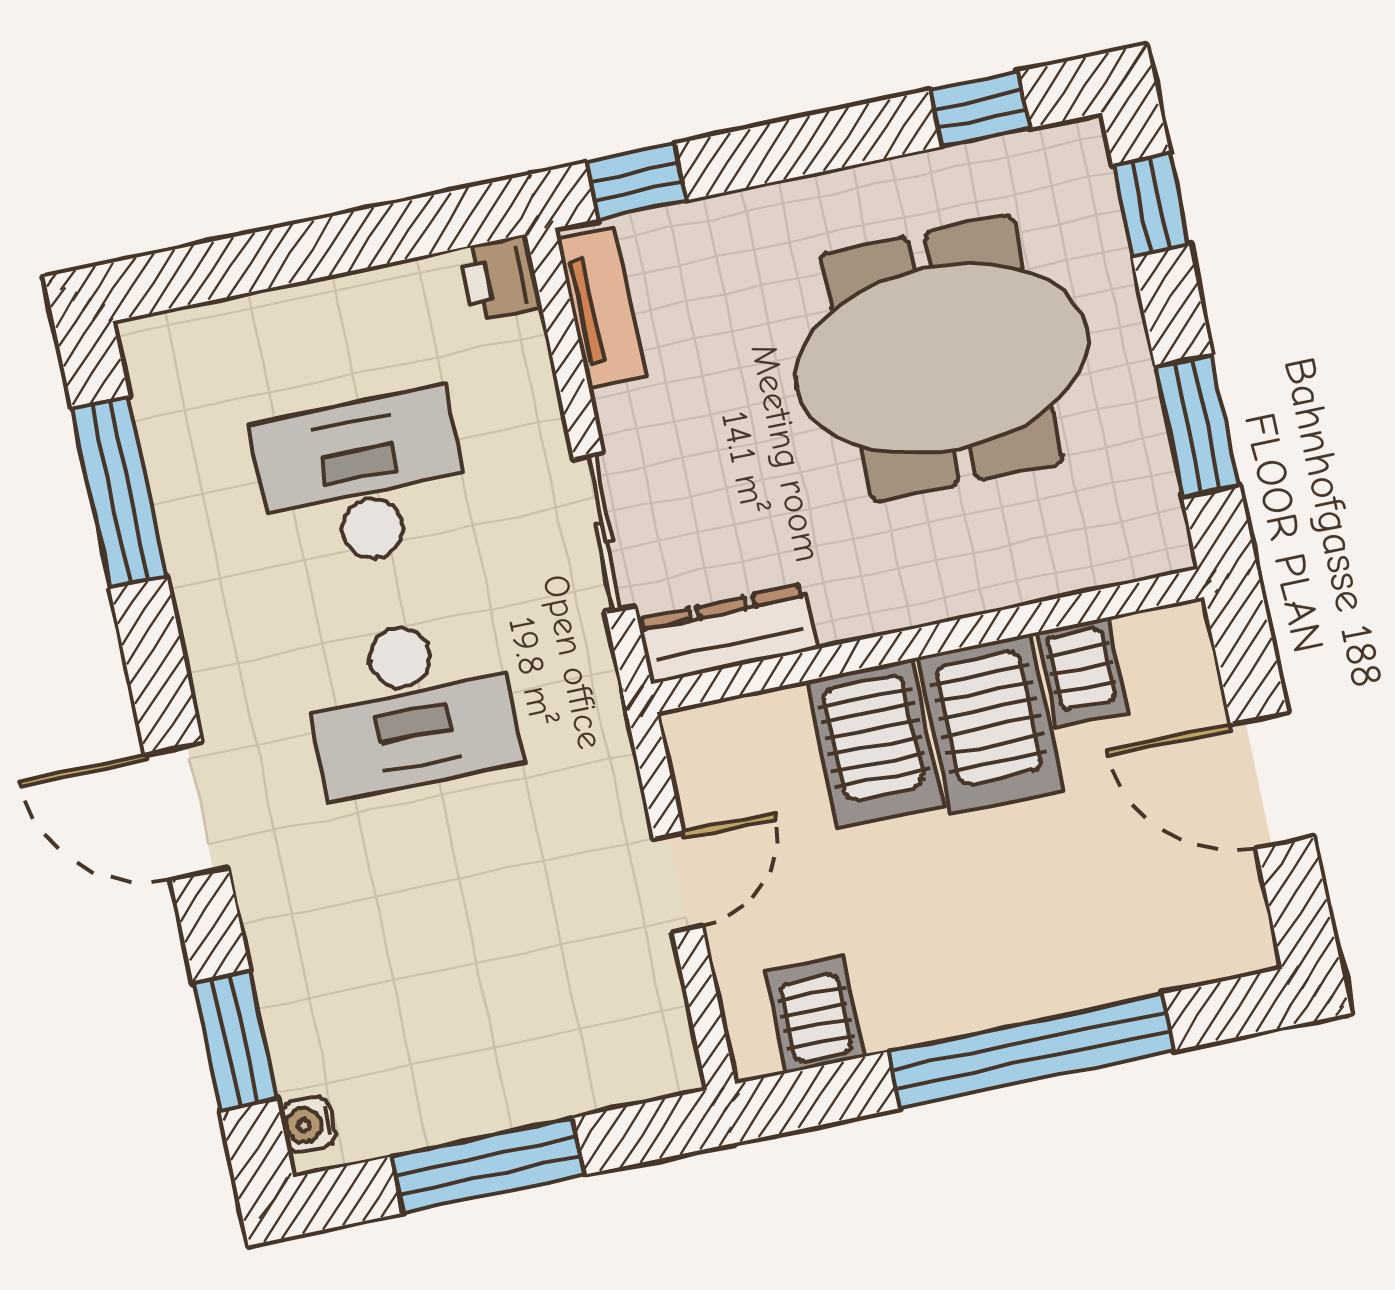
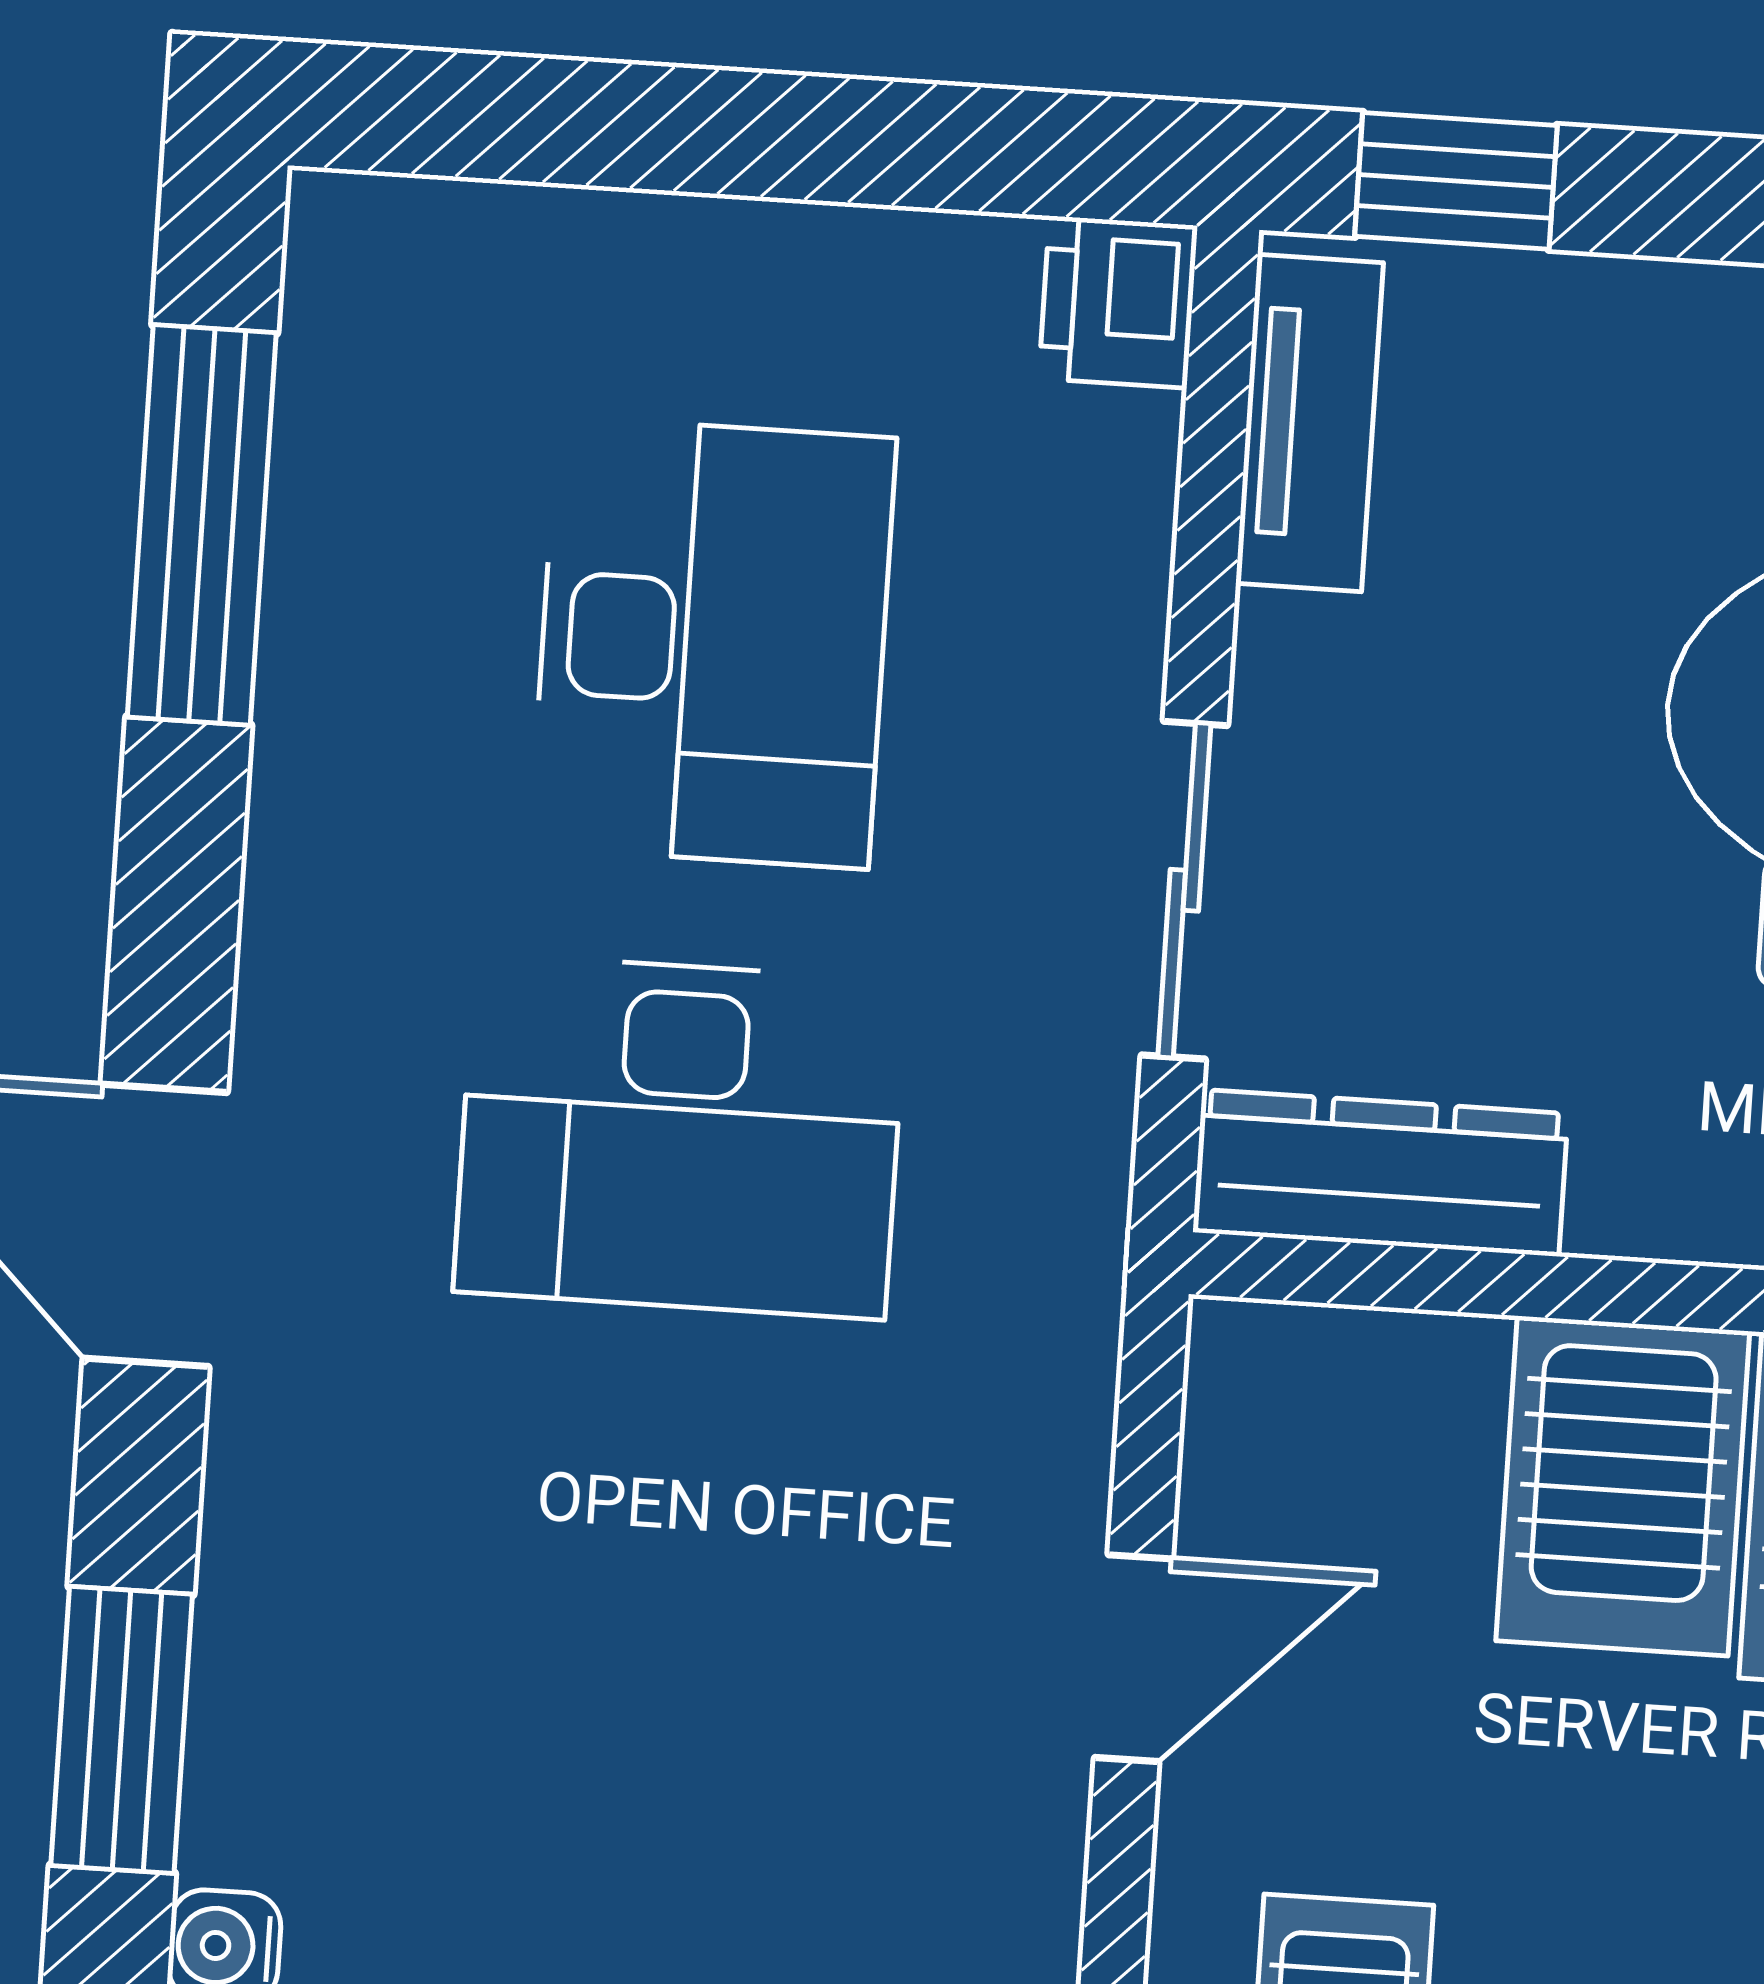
desk: (363, 481) -> (713, 643), turned 90

